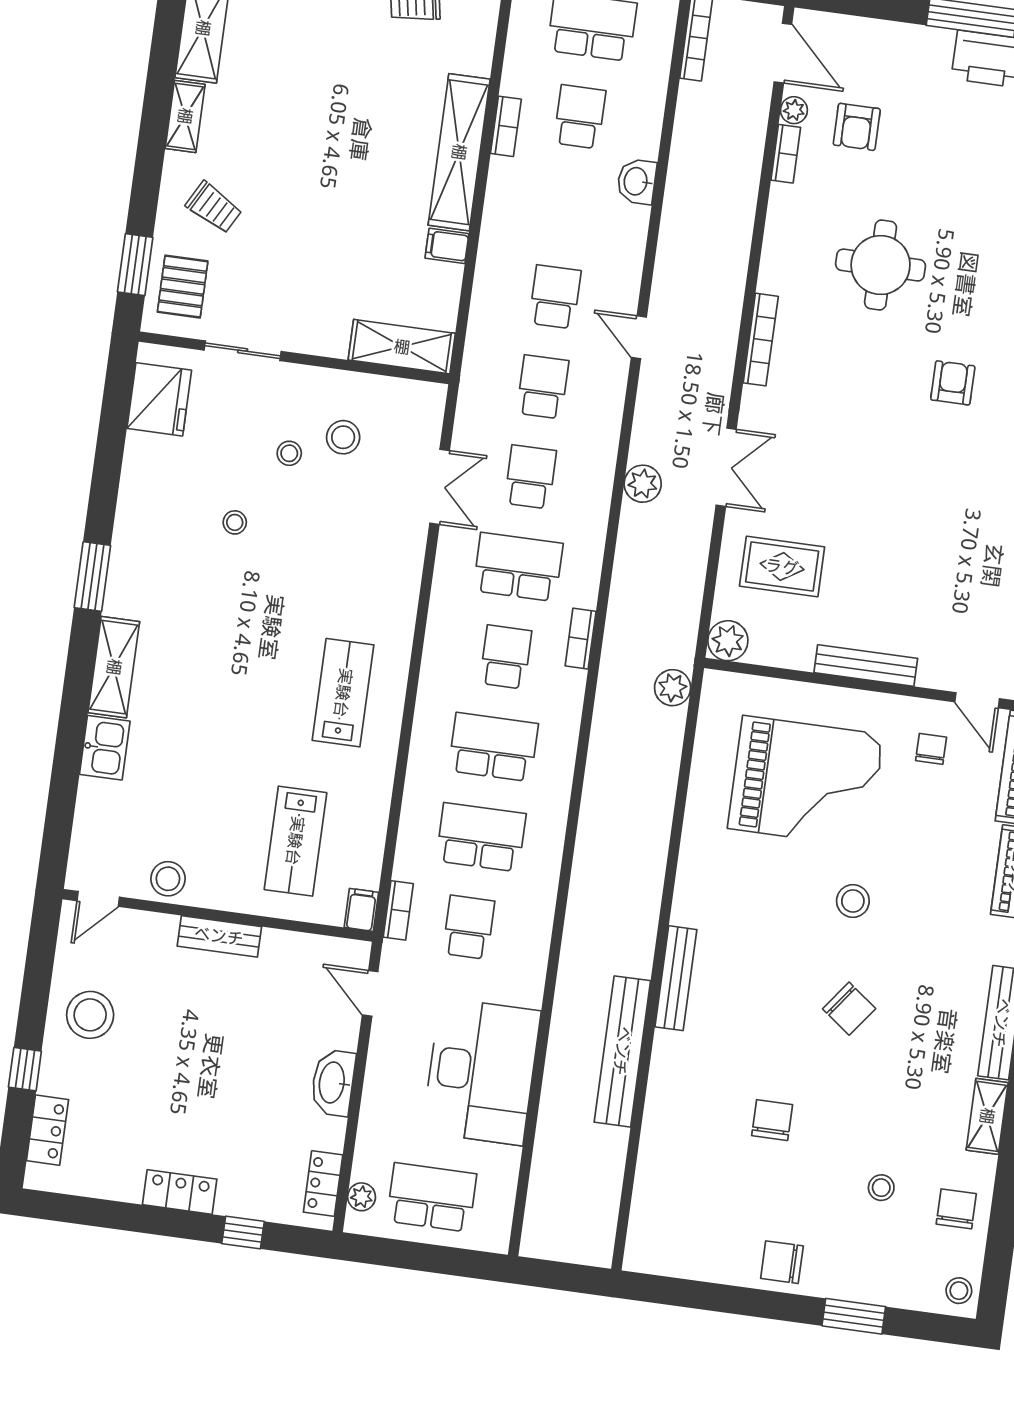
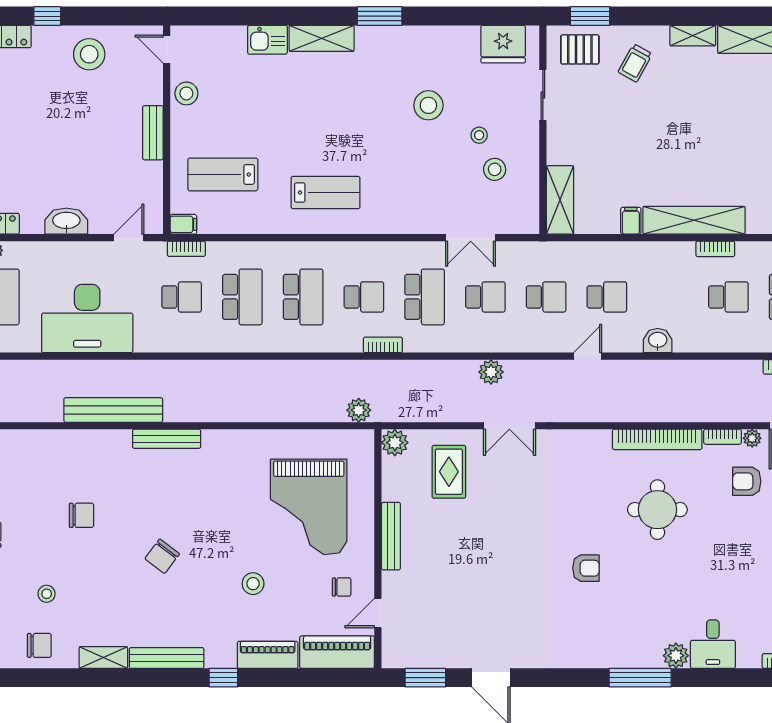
washbasin: (637, 181) -> (658, 341), moved
bookcase: (761, 340) -> (657, 439), moved, width x1.48, depth x1.31
stool: (235, 522) -> (428, 105), width x1.89, depth x1.89
stool: (853, 901) -> (253, 584), moved

